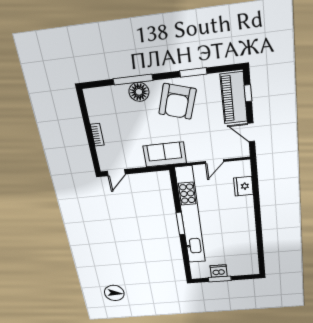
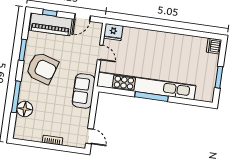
floor lamp: (139, 92) -> (25, 109), moved
fridge: (243, 186) -> (113, 32), moved
window: (180, 223) -> (151, 97), width x1.44
dishwasher: (219, 271) -> (214, 46), moved

